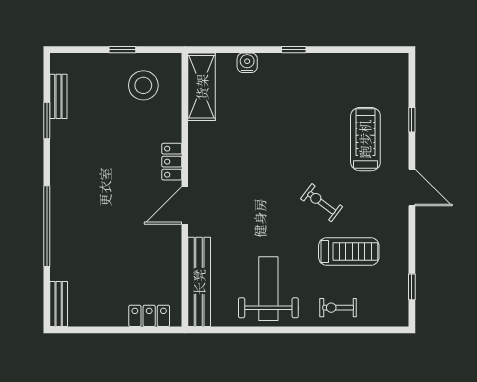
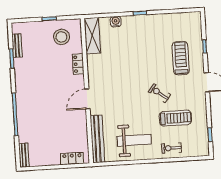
locker: (172, 162) -> (78, 64), moved
weight bench: (268, 289) -> (134, 140), turned 90

